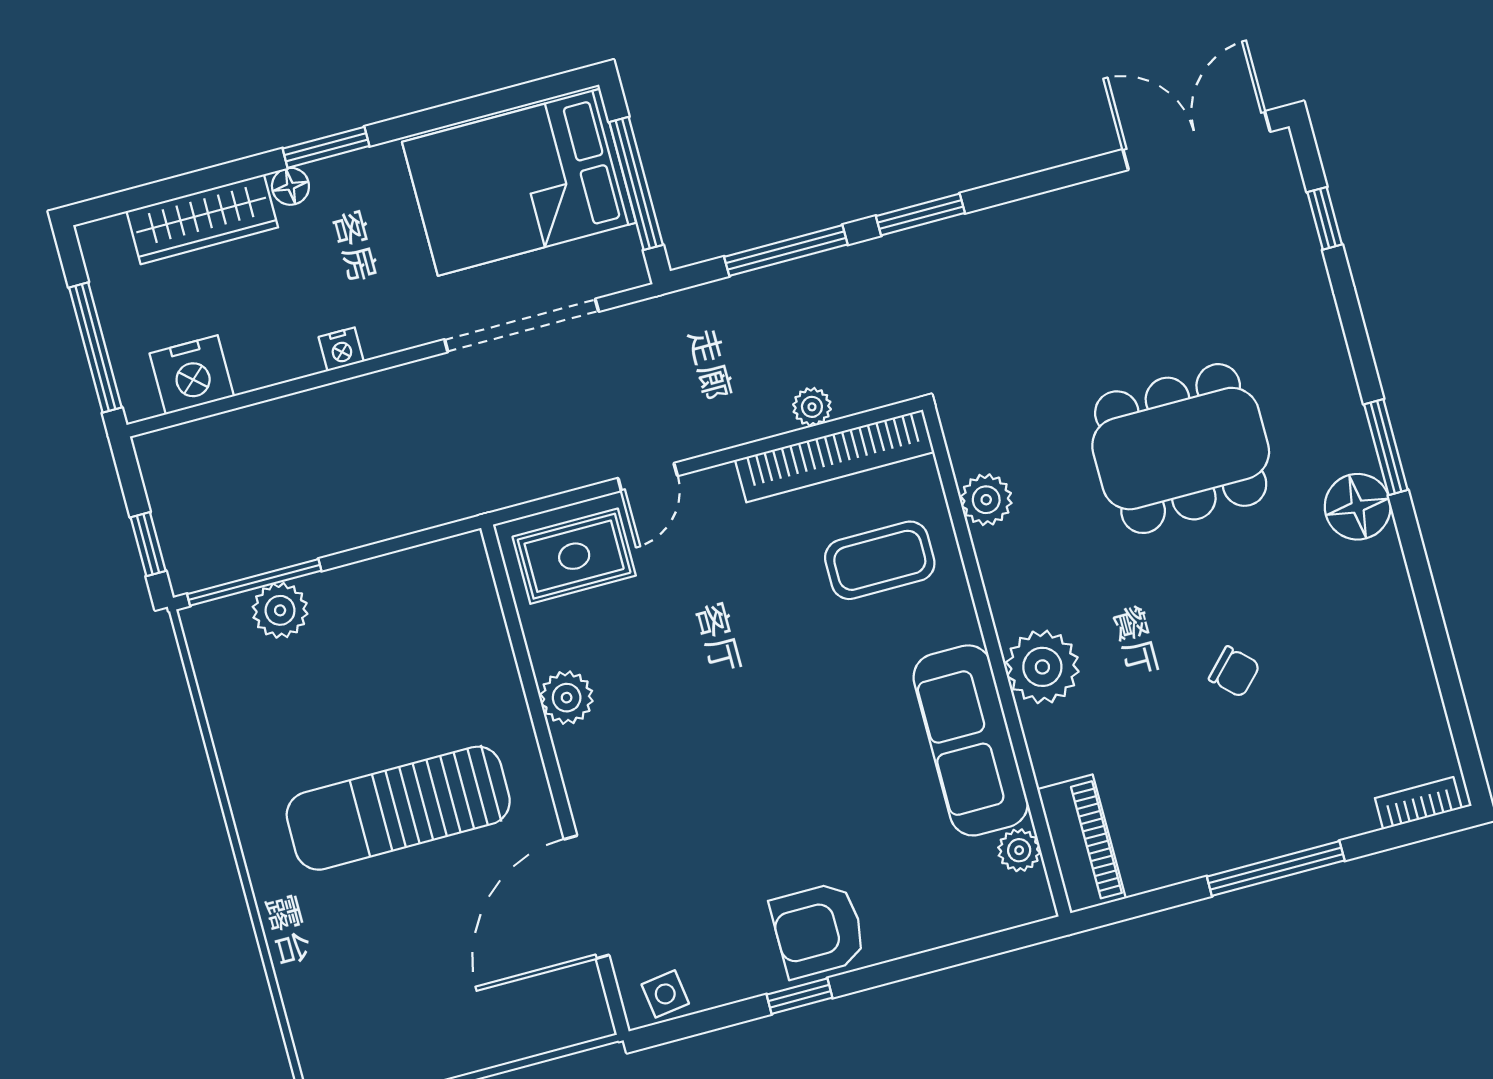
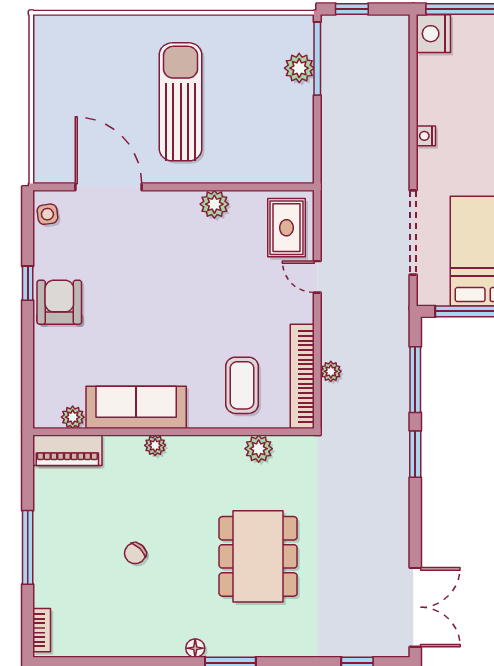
nightstand: (192, 375) -> (433, 34), moved
floor lamp: (1358, 507) -> (195, 648), width x0.53, depth x0.53
plant: (1042, 667) -> (155, 445), width x0.53, depth x0.53

